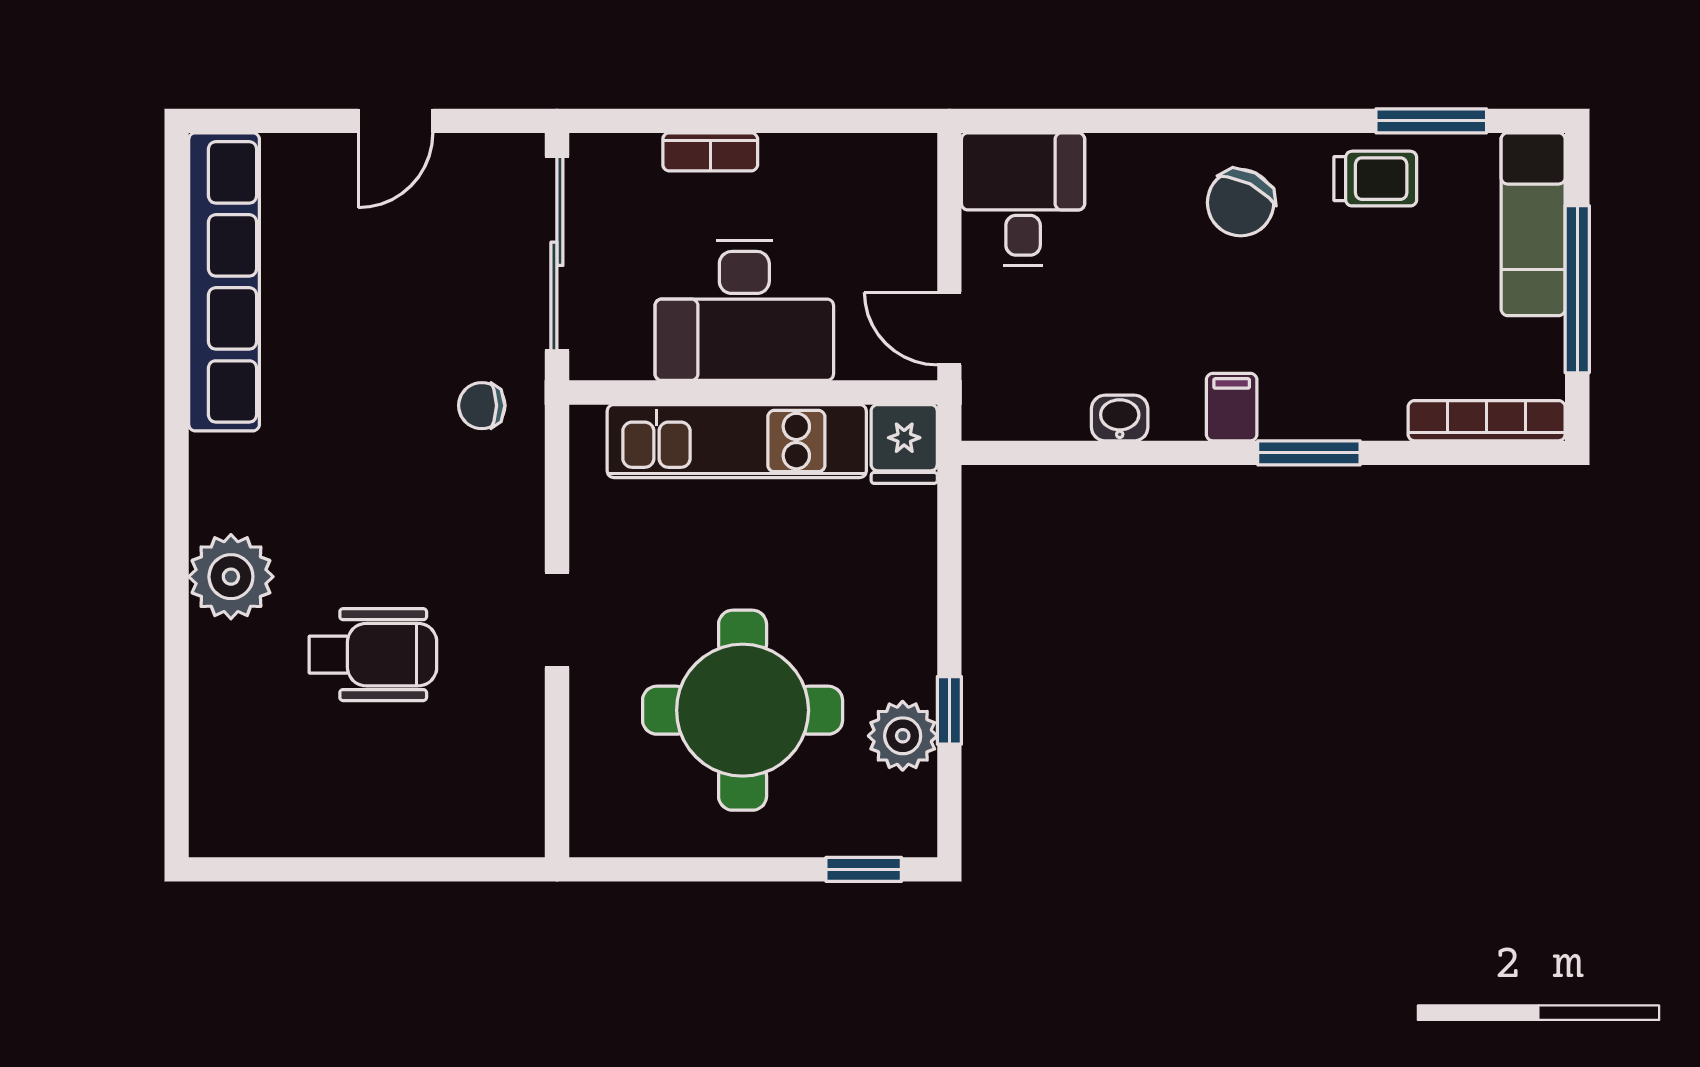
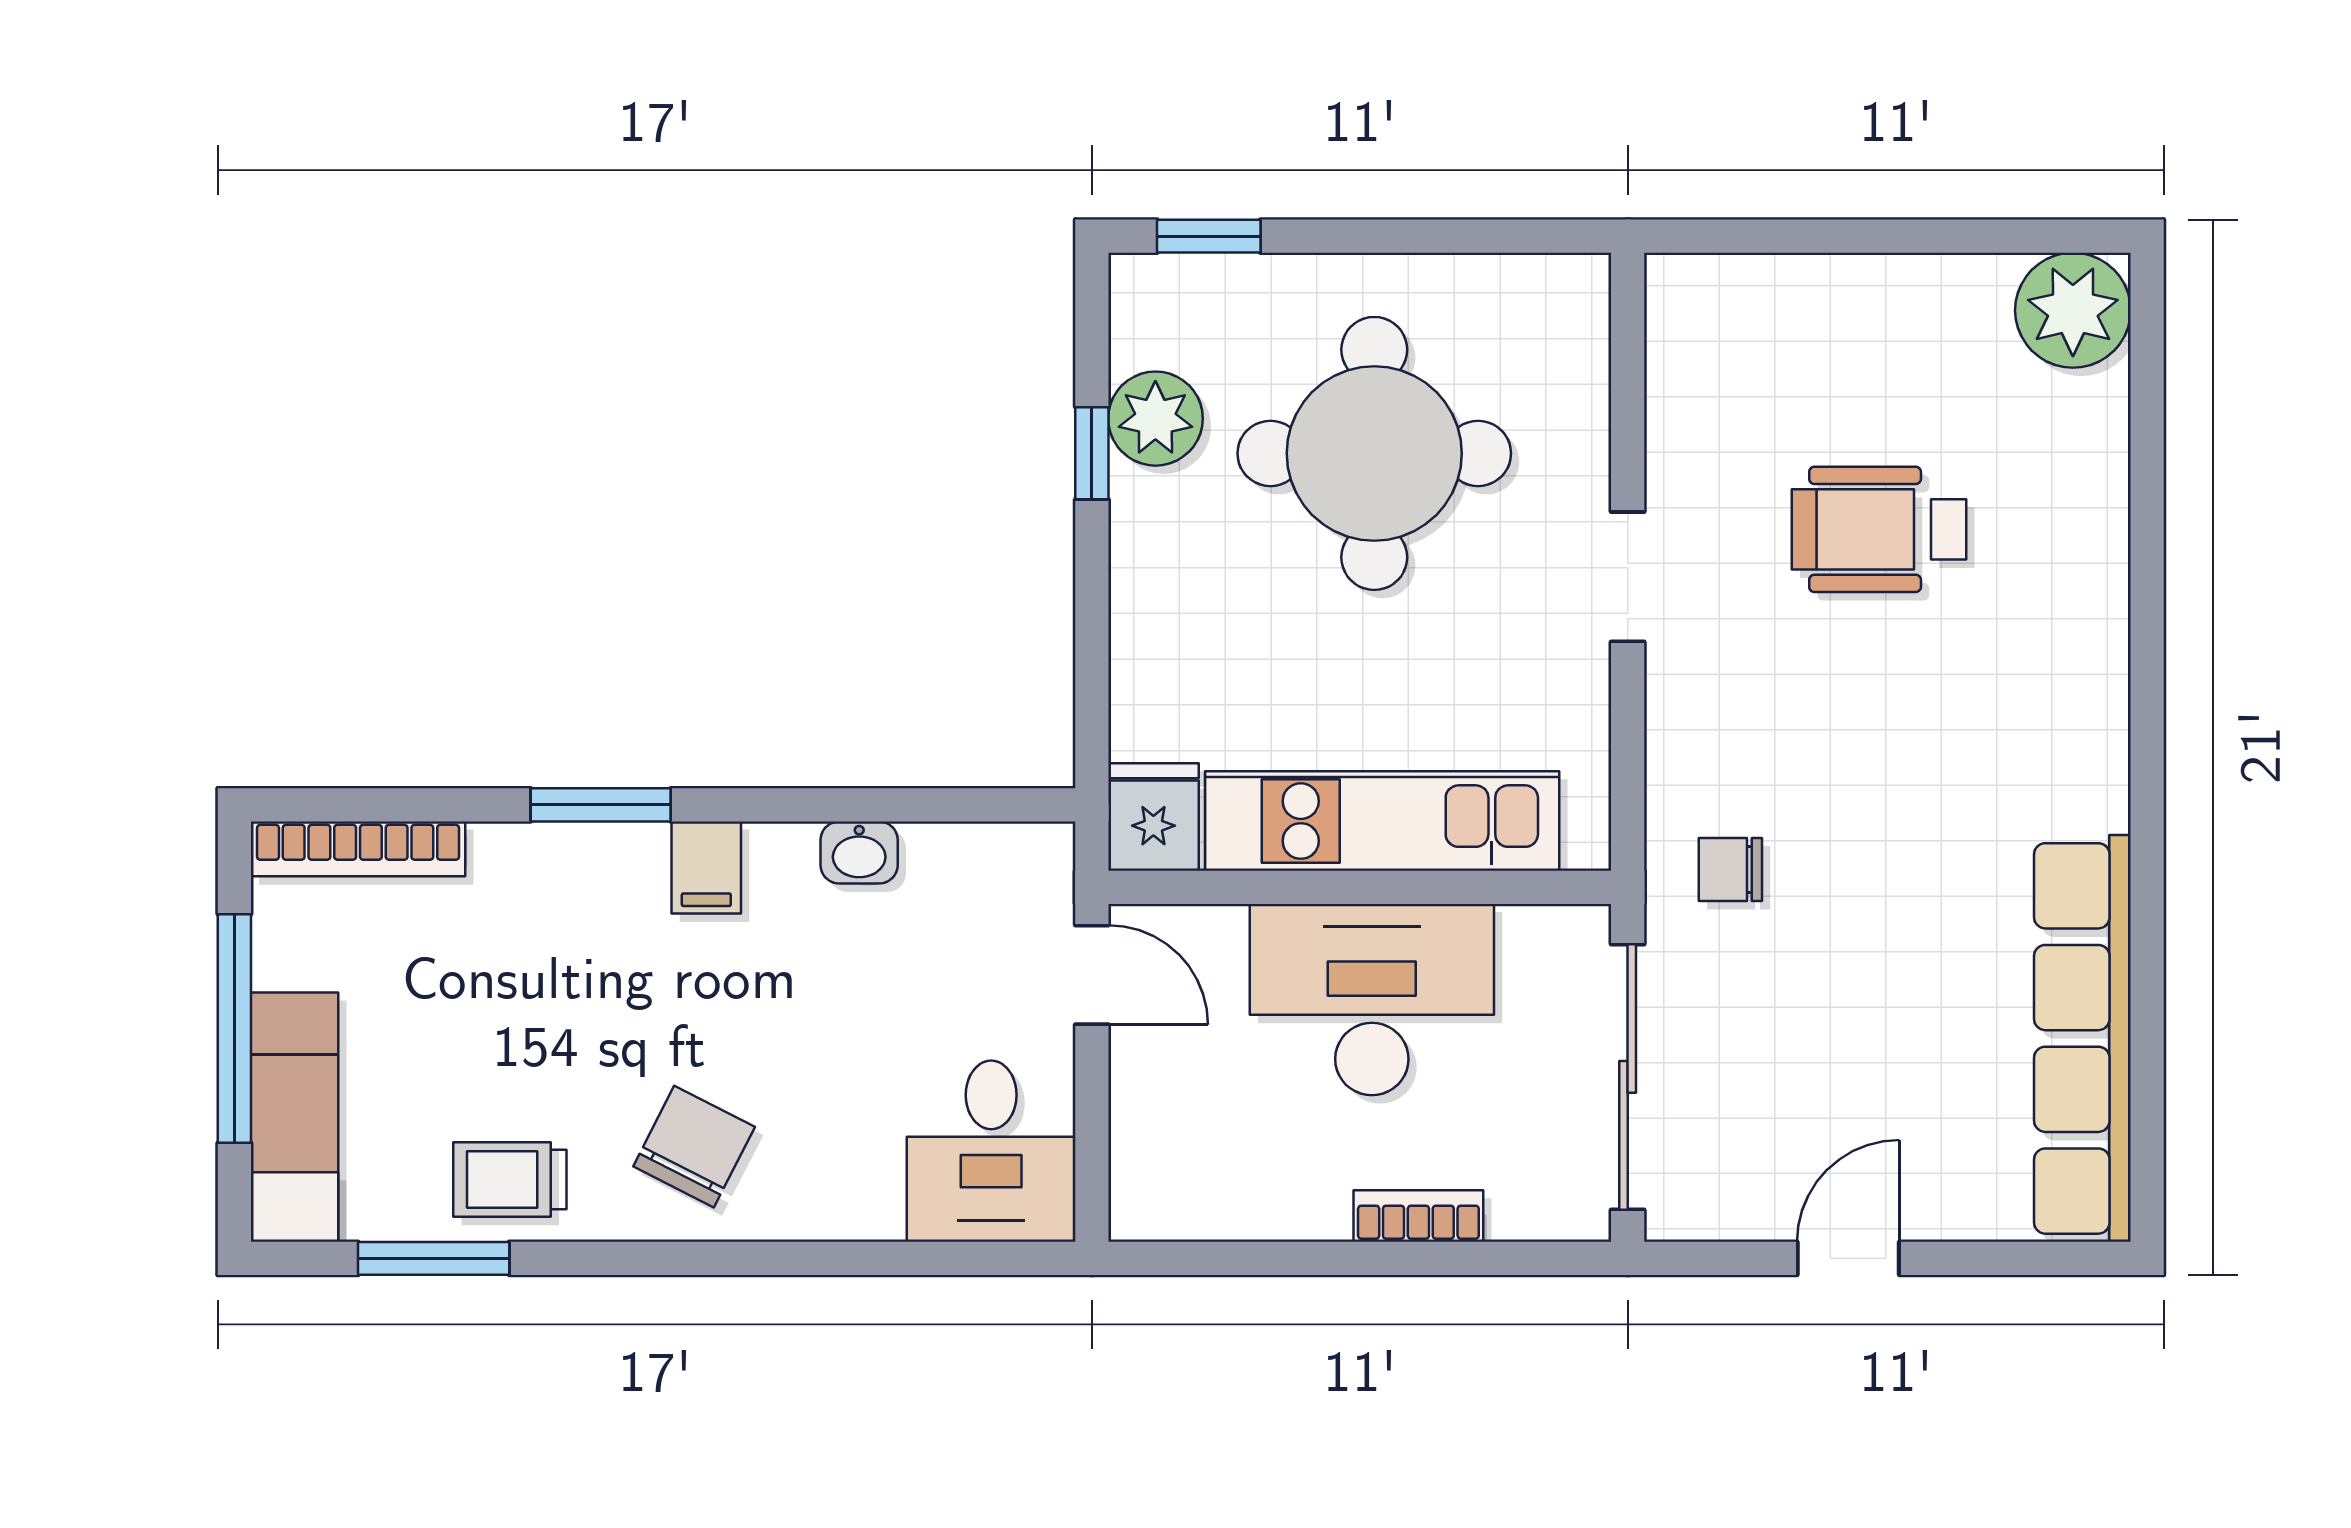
chair: (482, 406) -> (1730, 869), turned 180
plant: (231, 577) -> (2073, 310), moved

